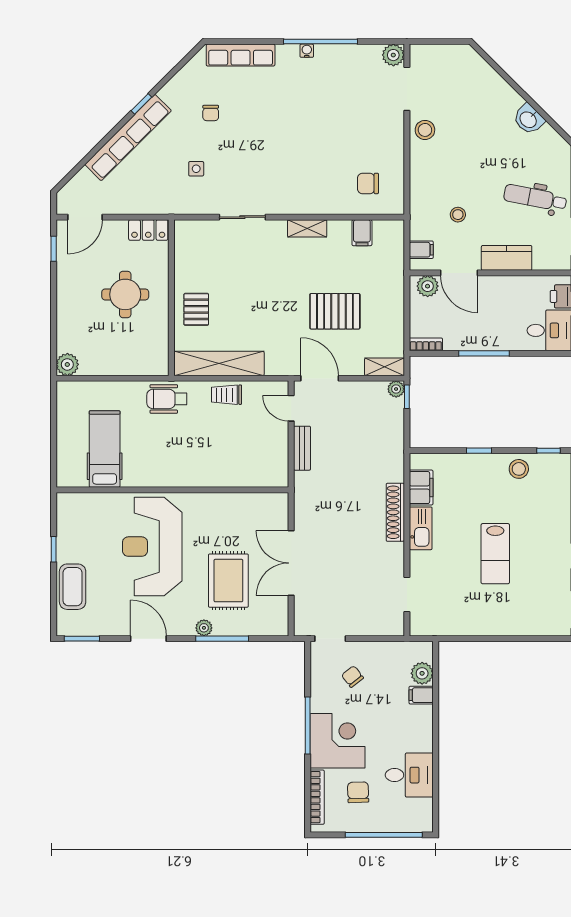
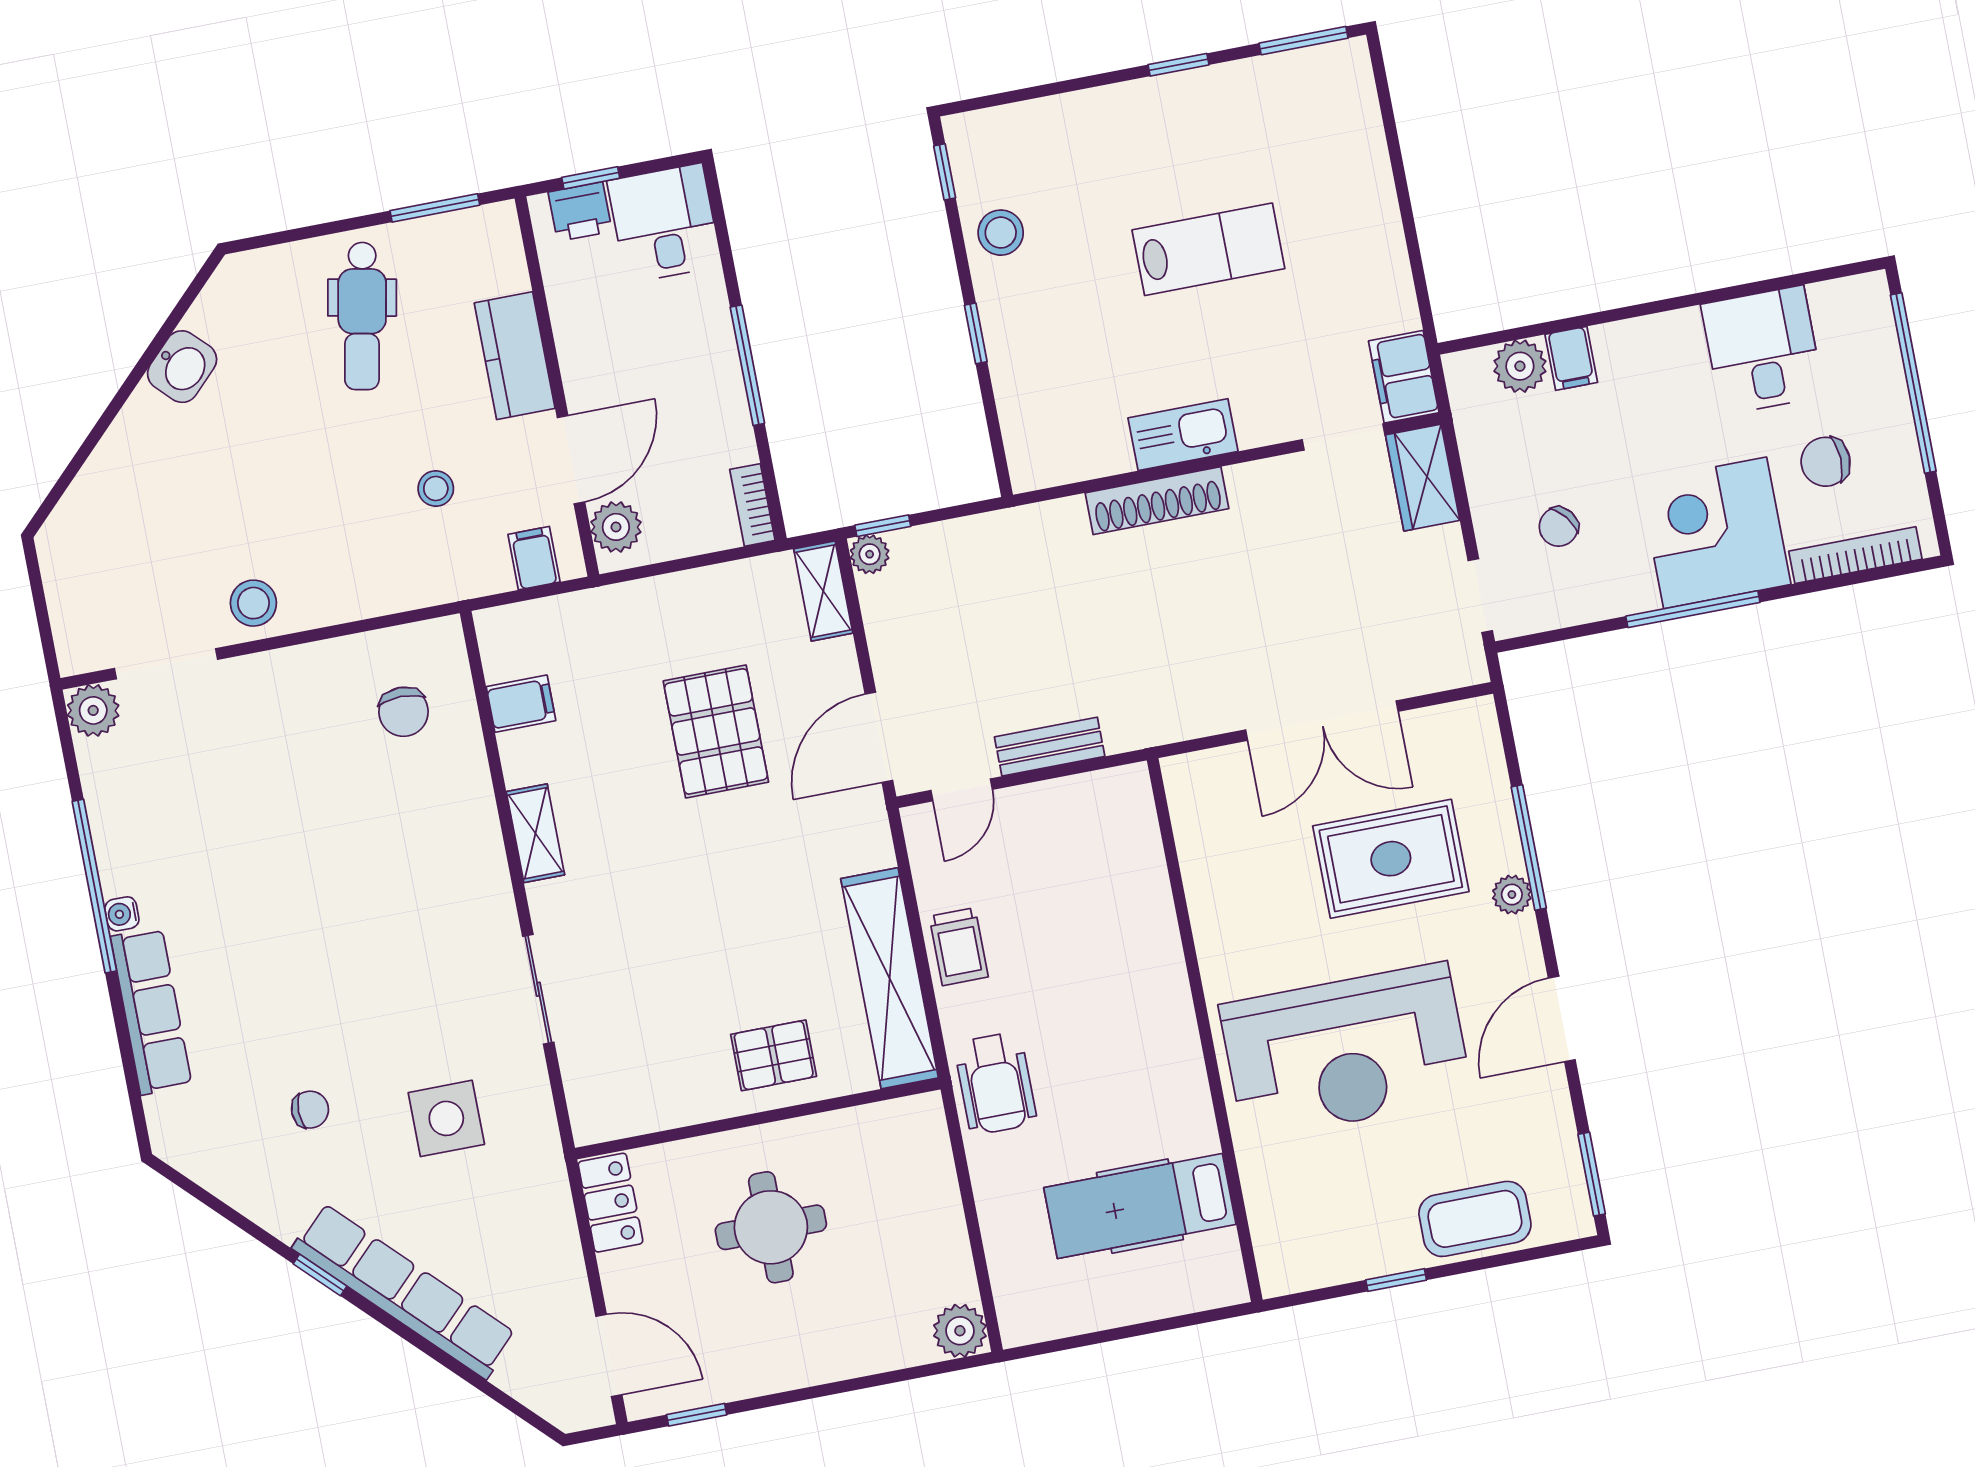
row of seats: (241, 55) -> (151, 1011), moved
side table: (196, 169) -> (446, 1118), width x1.87, depth x1.87
filing cabinet: (421, 488) -> (1404, 377), moved, turned -90
wardrobe: (384, 624) -> (1423, 478), added

